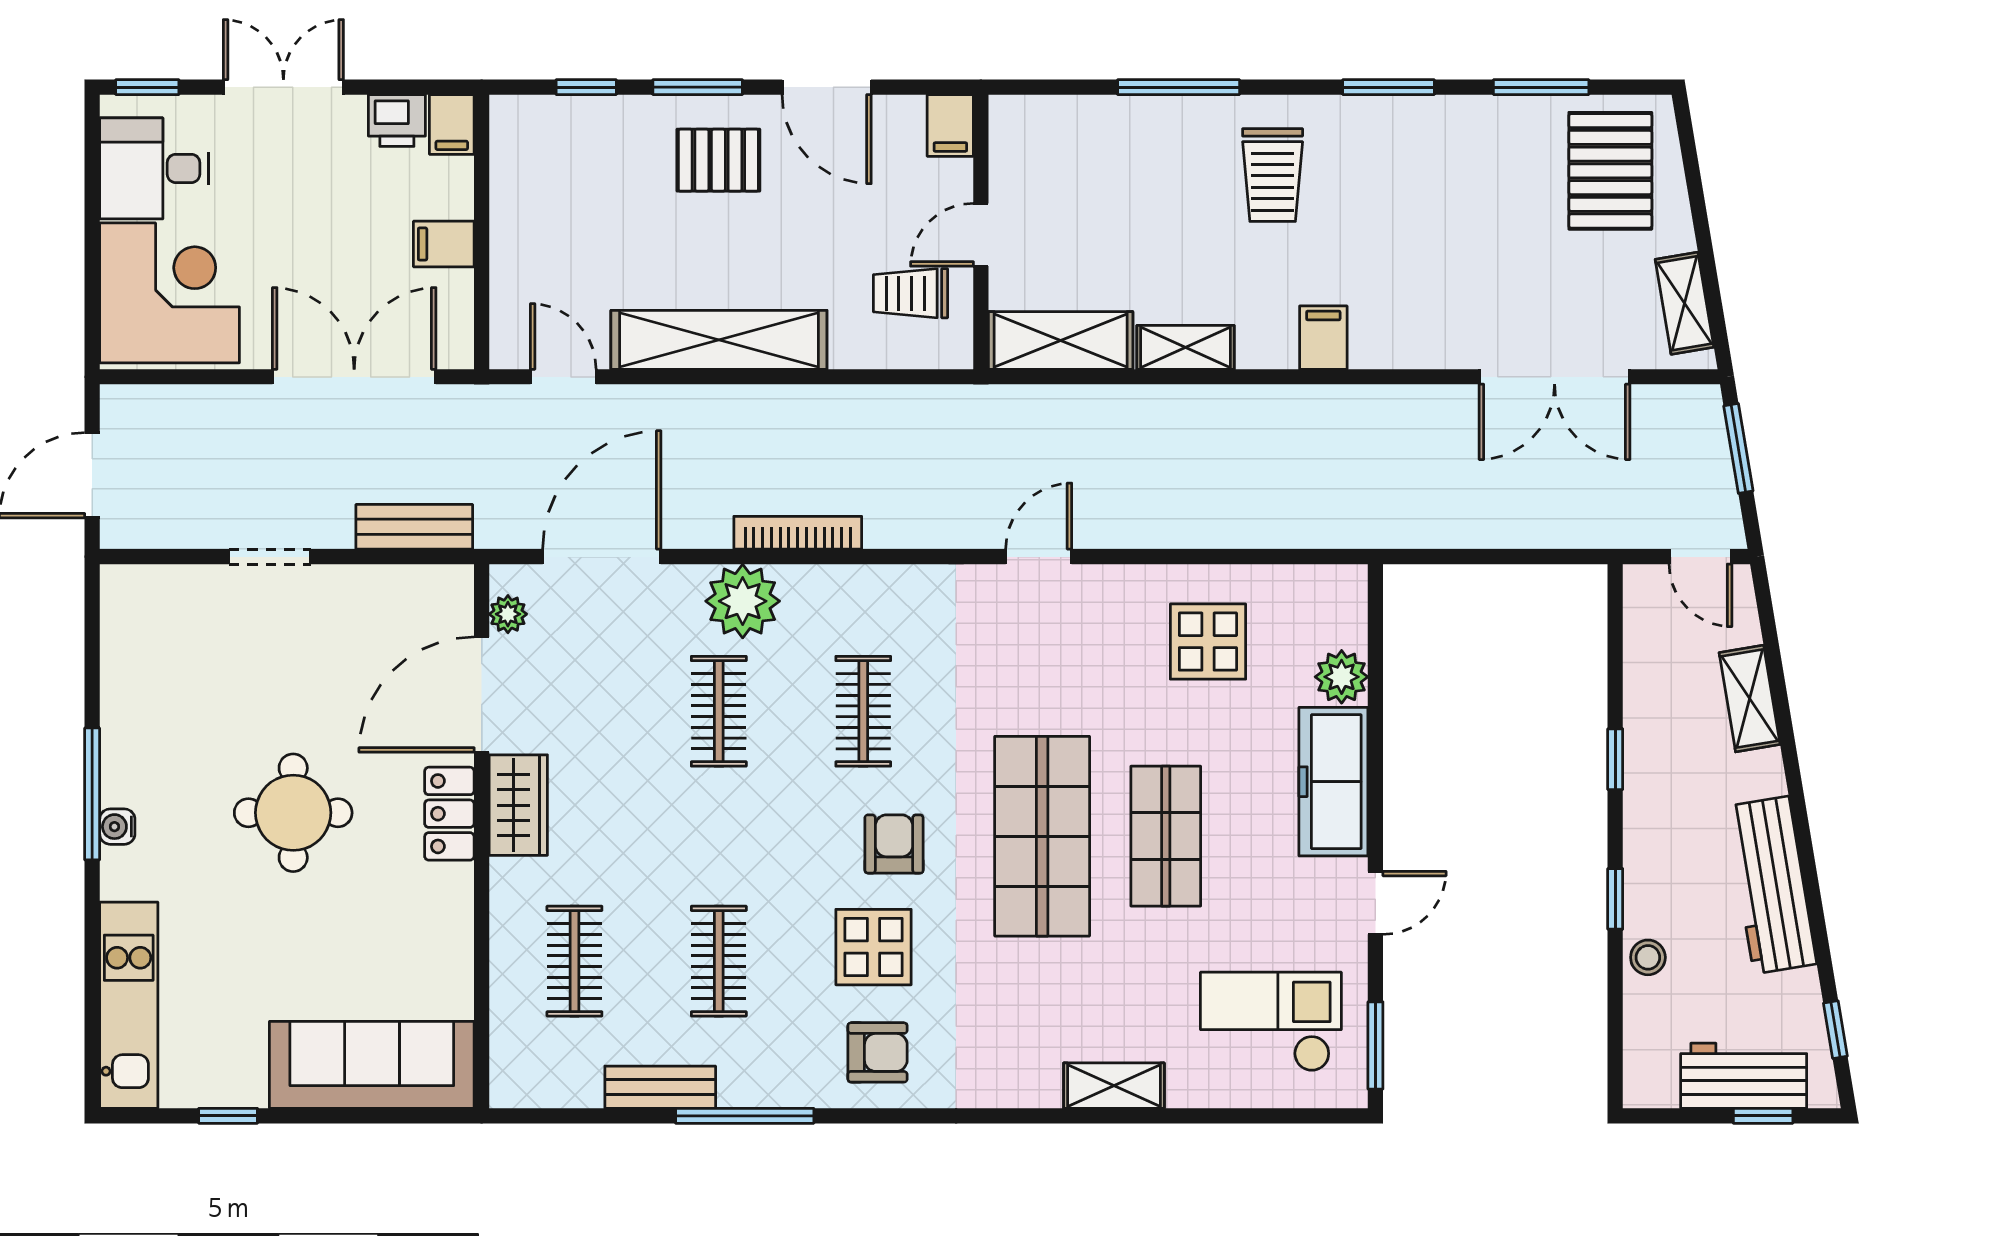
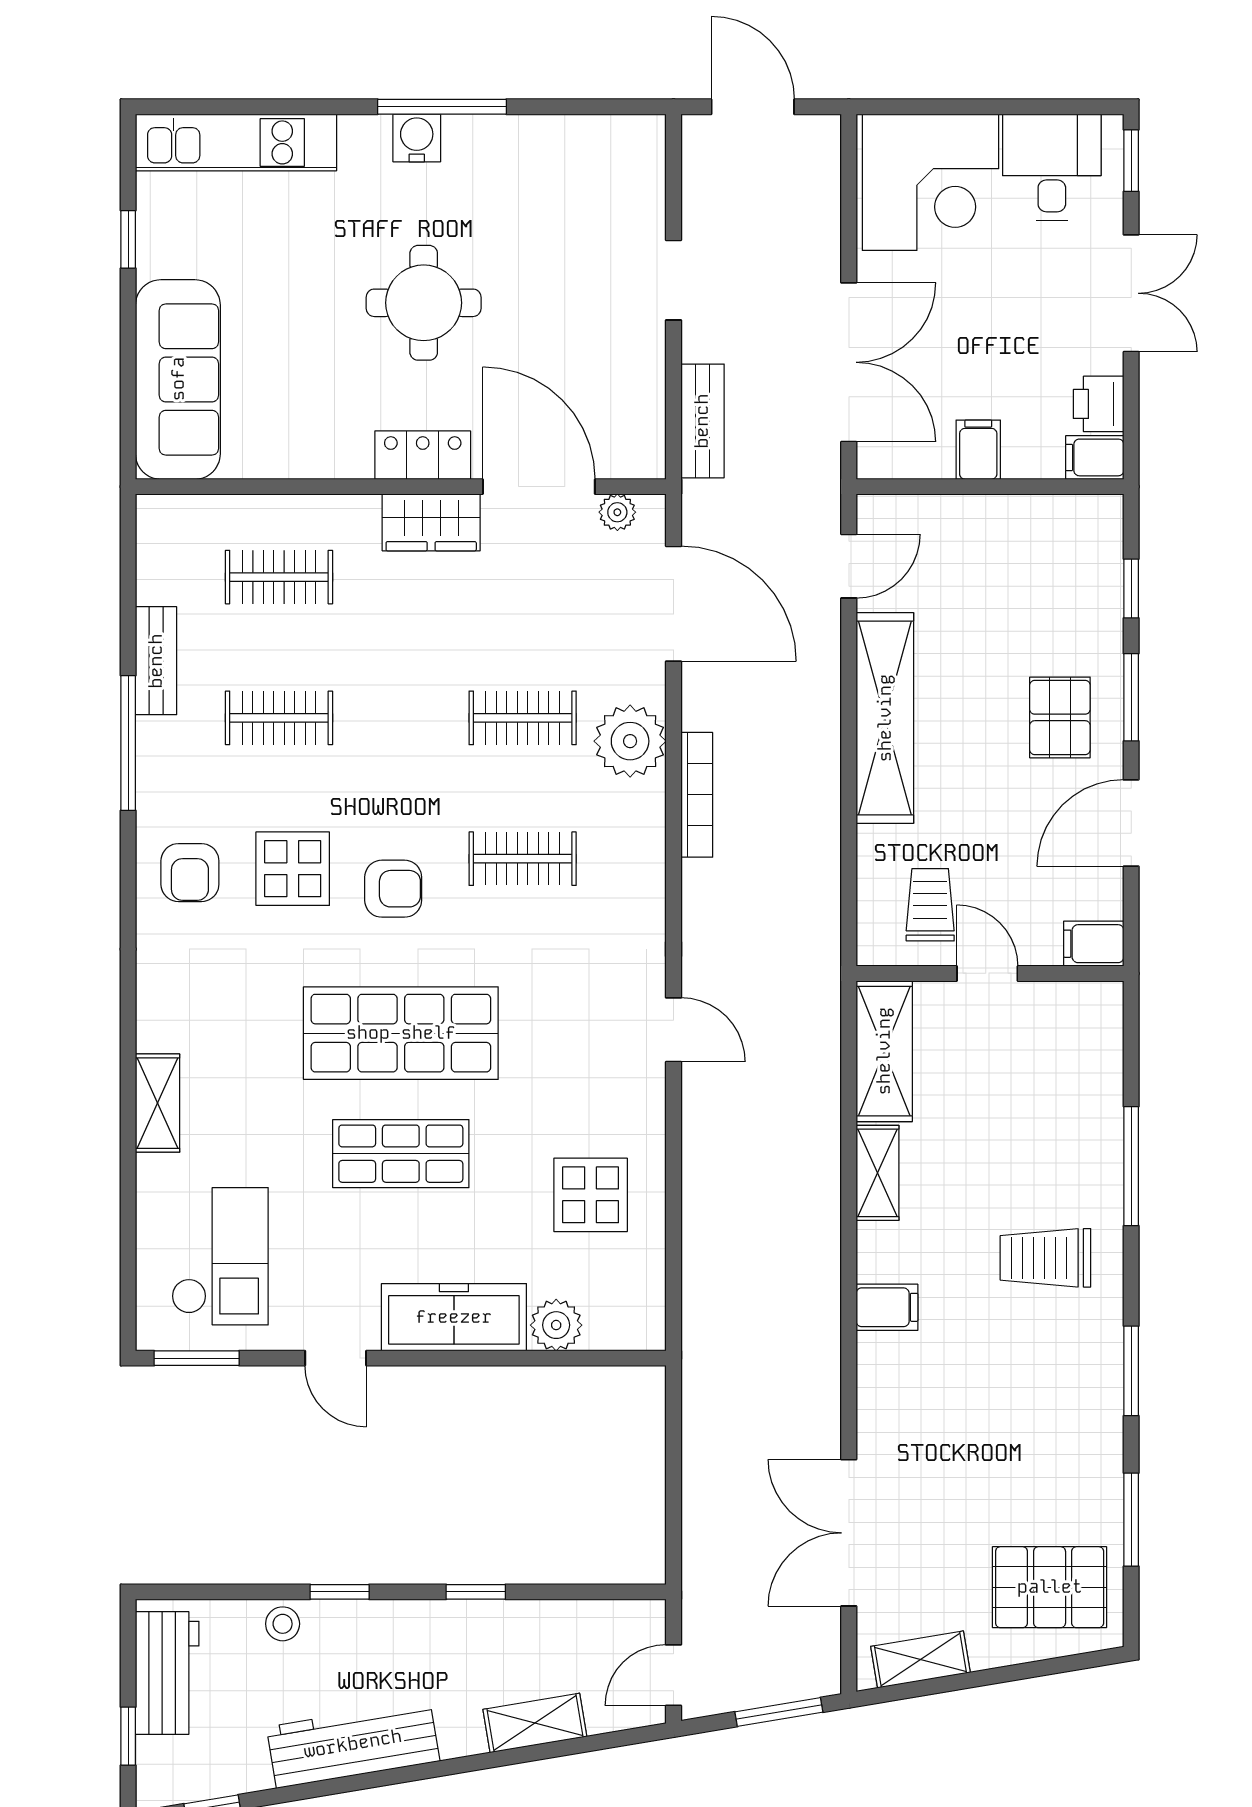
water cooler: (117, 827) -> (417, 138), width x1.38, depth x1.38
workbench: (1744, 1076) -> (167, 1673), moved

